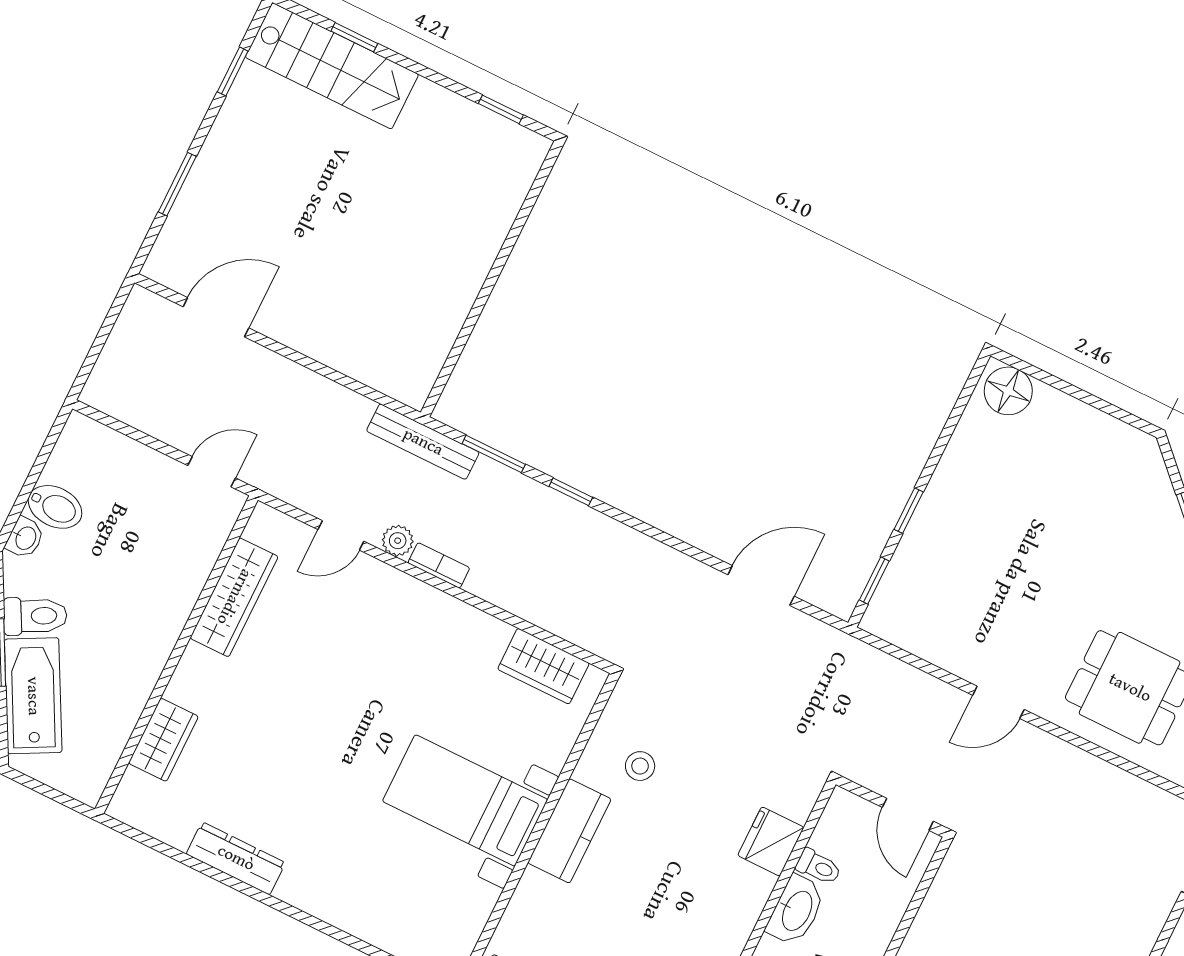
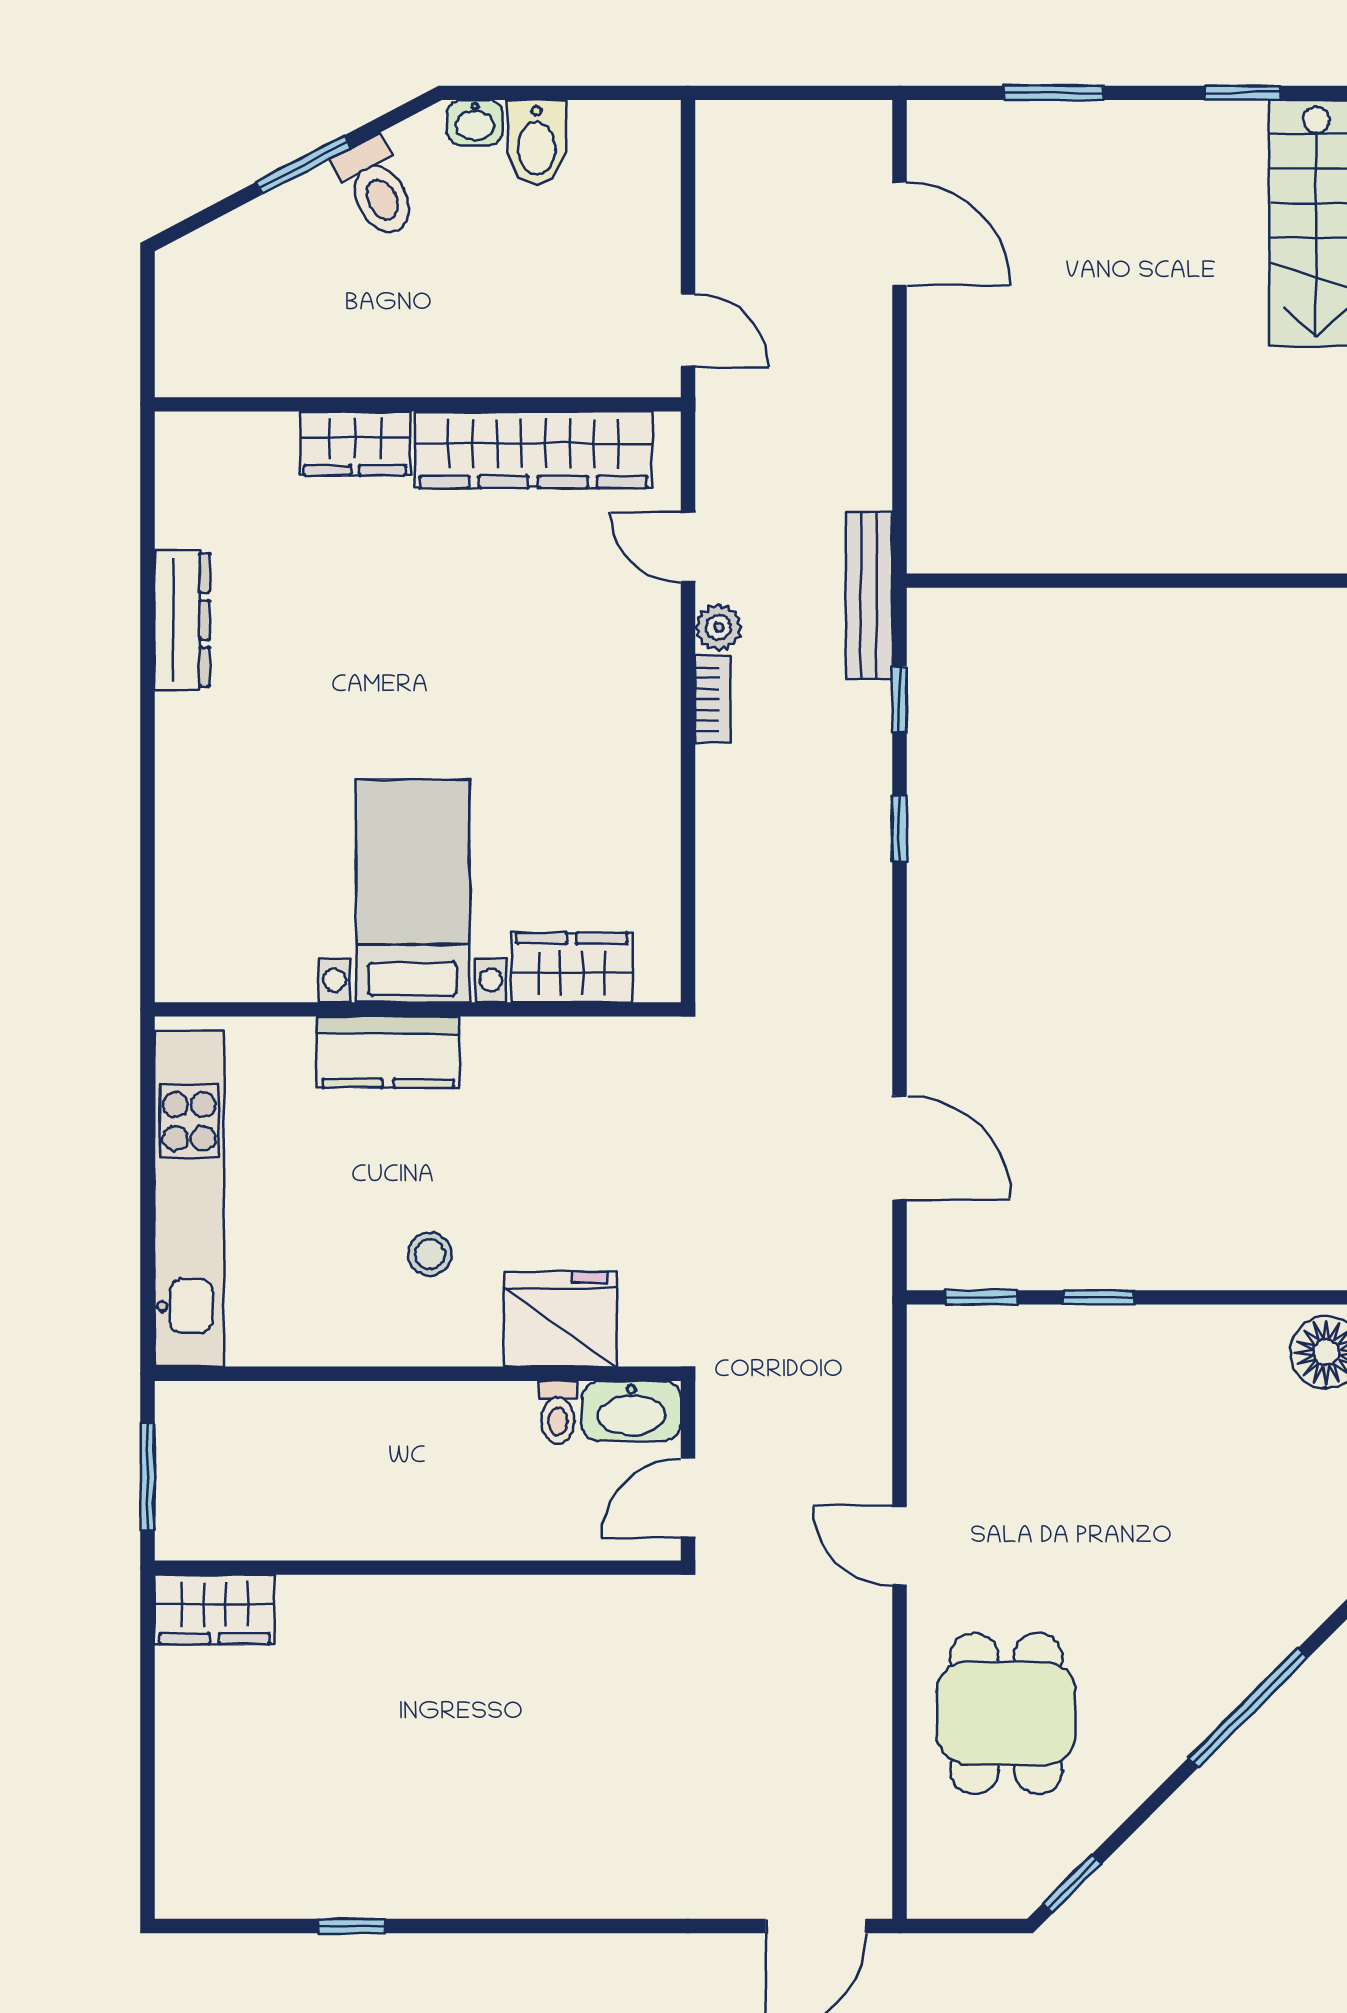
window: (494, 454) -> (899, 699), width x0.67
wardrobe: (234, 597) -> (533, 450), width x1.40, depth x1.17
wardrobe: (543, 666) -> (572, 967), moved, turned 90
bathtub: (33, 696) -> (267, 238), removed
wardrobe: (163, 740) -> (355, 443), moved
stool: (640, 766) -> (430, 1254), moved
kitchen counter: (569, 831) -> (388, 1052), moved
fridge: (771, 841) -> (560, 1319), width x1.36, depth x1.34
washbasin: (796, 910) -> (631, 1411), moved

